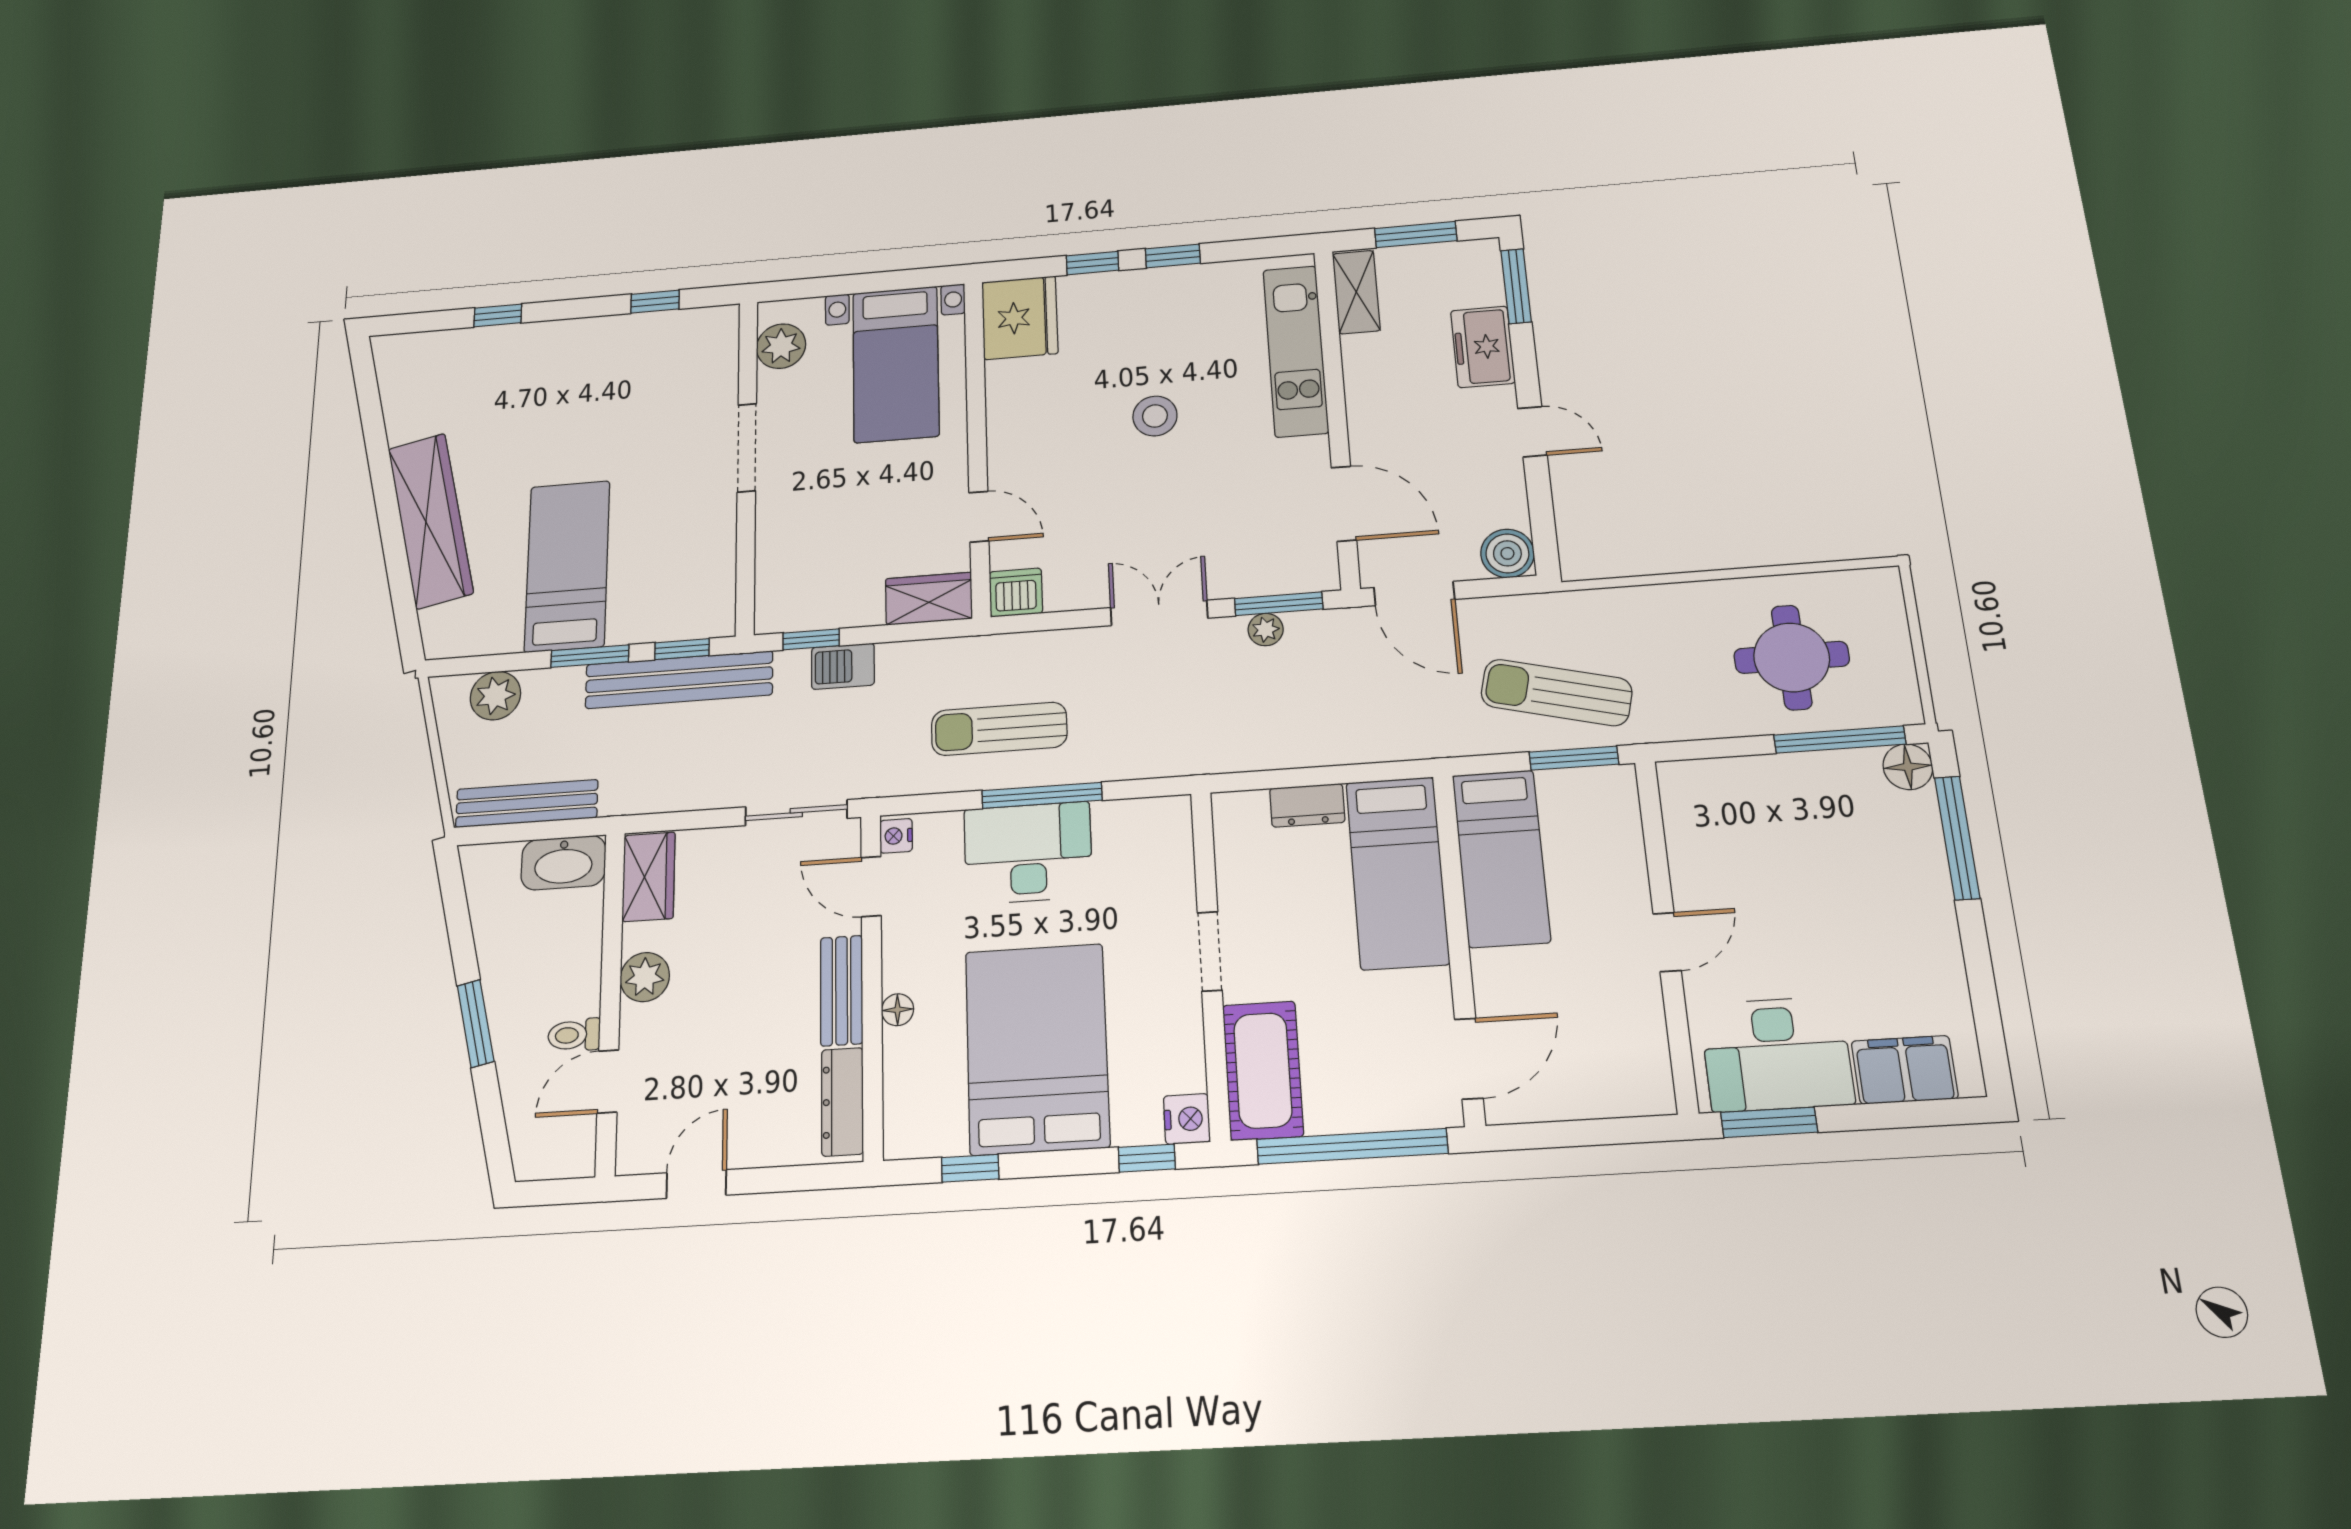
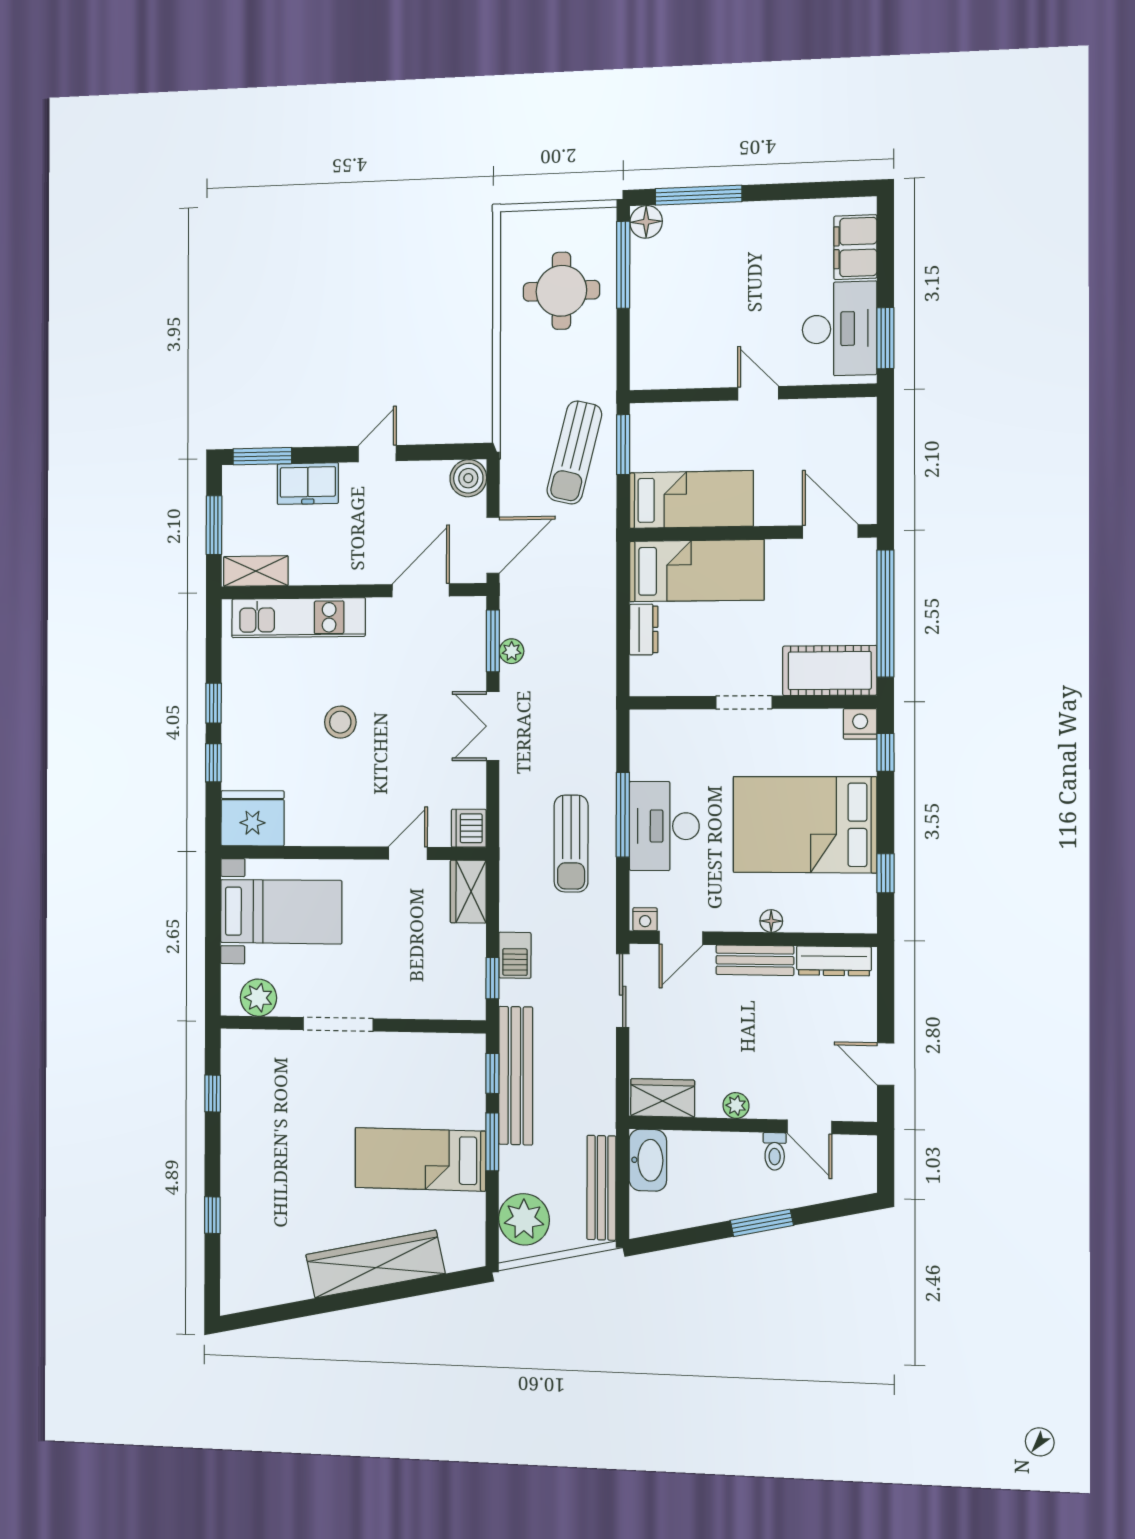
plant: (495, 696) -> (524, 1219), width x1.36, depth x1.36
plant: (645, 977) -> (736, 1105), width x0.73, depth x0.73

